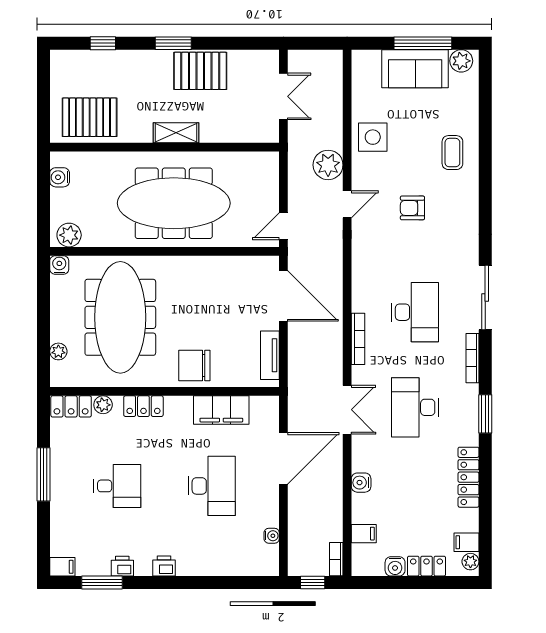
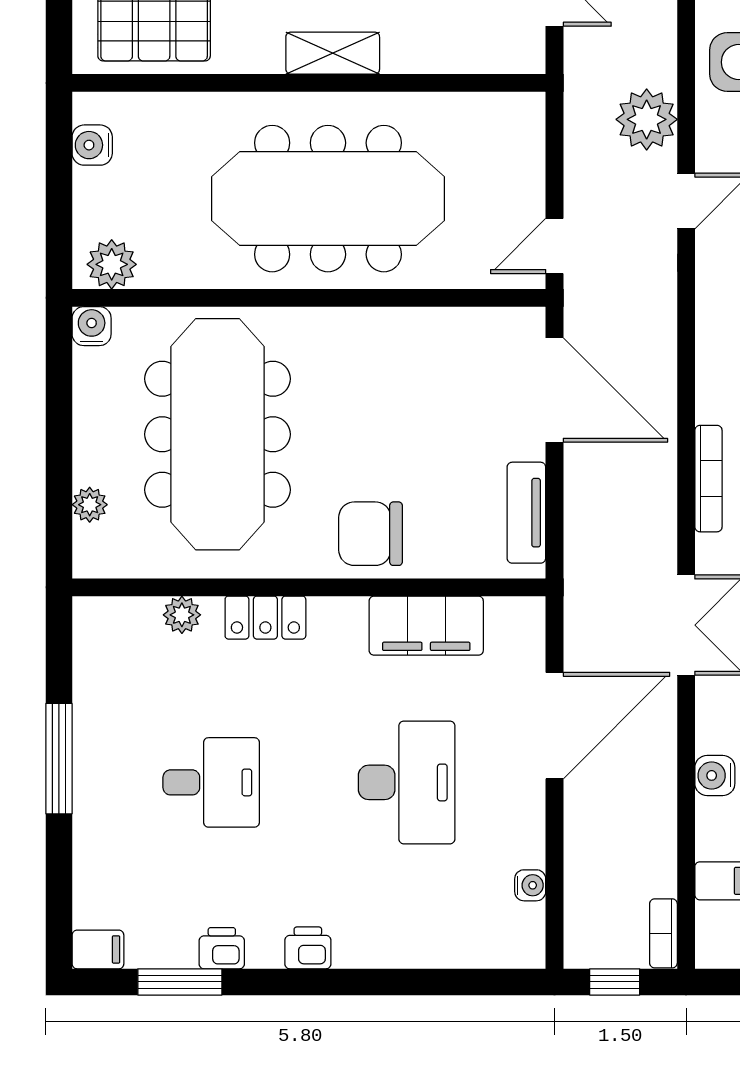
locker: (71, 406) -> (116, 618), removed

